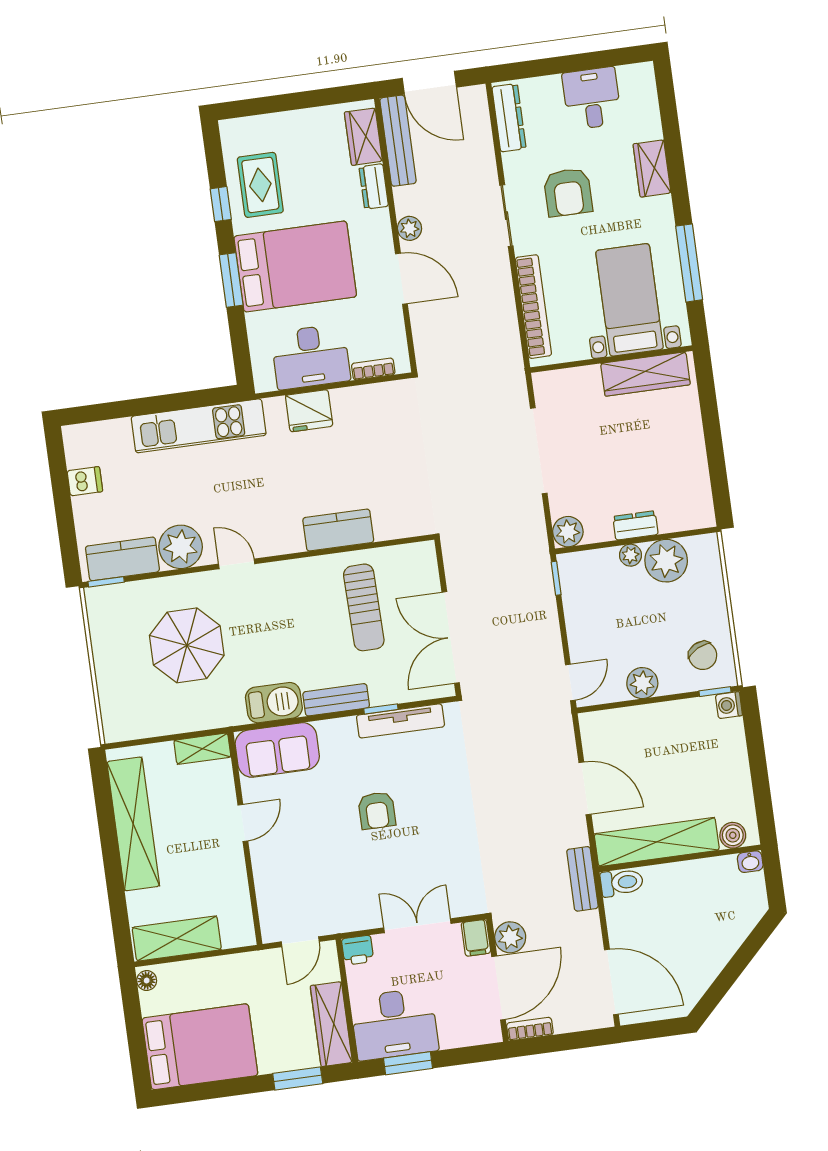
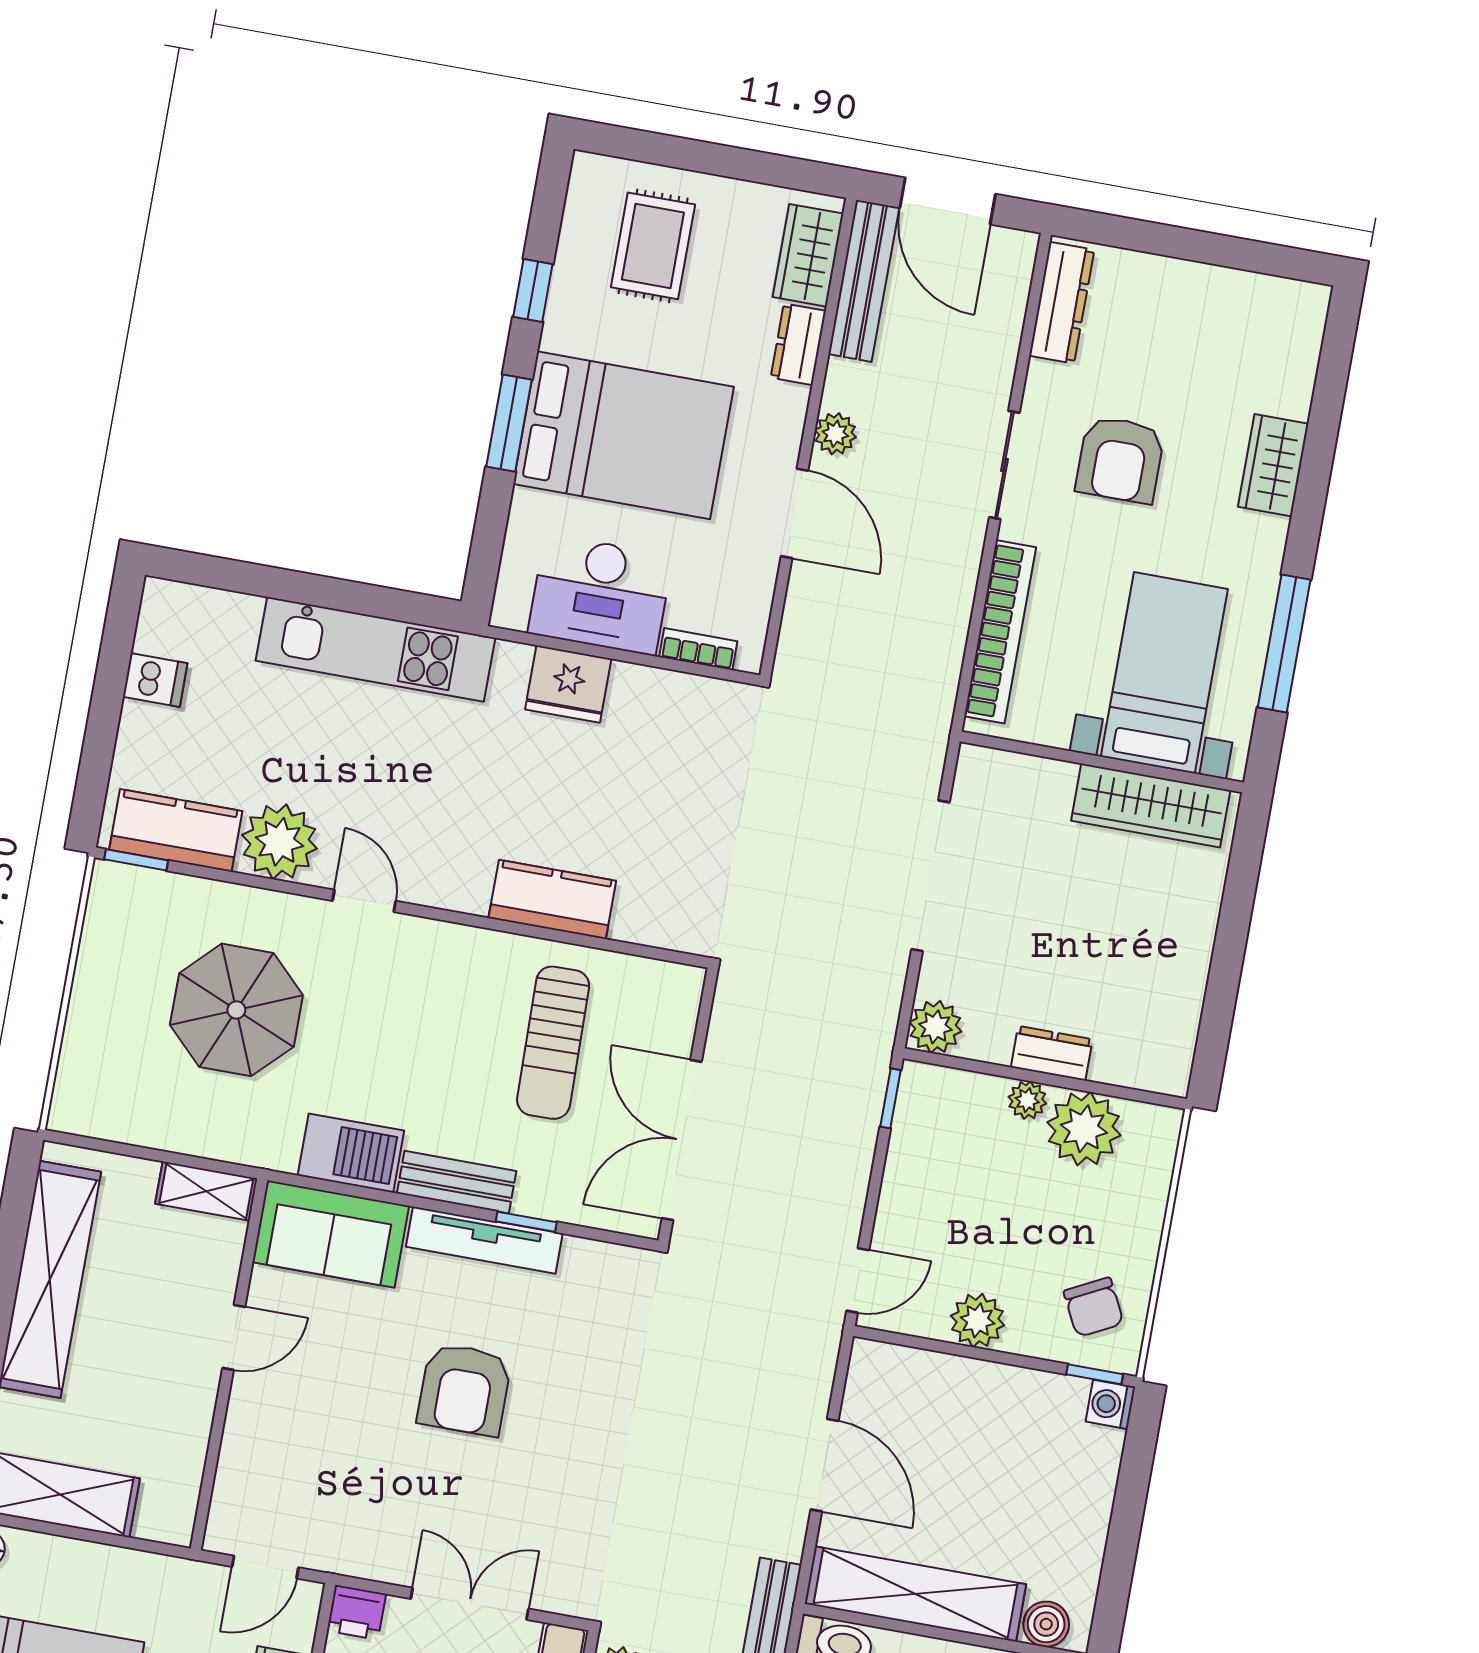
desk: (592, 98) -> (1211, 315), removed
rug: (260, 185) -> (653, 246), moved
tv unit: (401, 721) -> (484, 1240), moved
armchair: (377, 811) -> (464, 1389), width x1.38, depth x1.38

